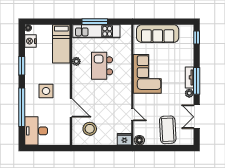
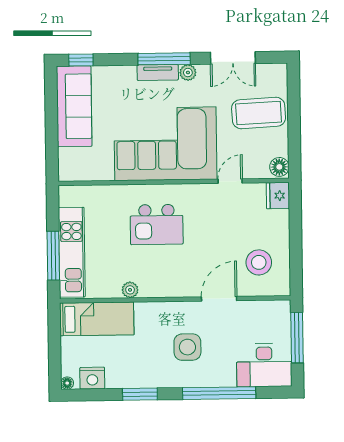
sofa: (158, 34) -> (74, 106), moved
kitchen island: (102, 66) -> (157, 224), moved
corner sofa: (147, 74) -> (165, 144), width x1.36, depth x1.36
window: (50, 148) -> (297, 338), added

